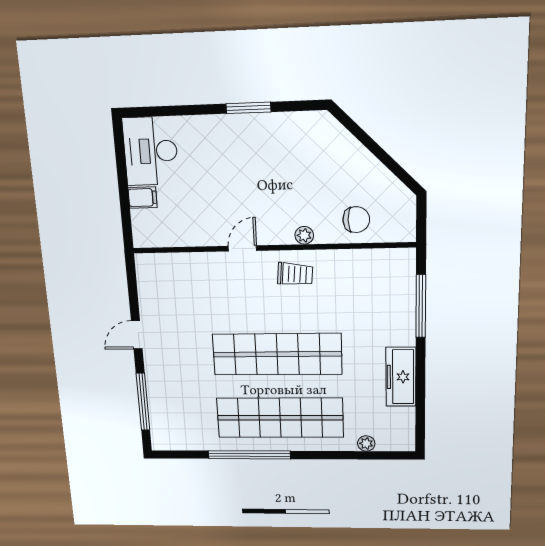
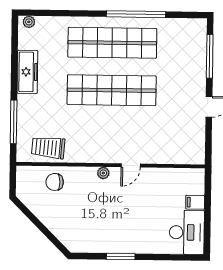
plant: (304, 235) -> (103, 173), moved
trolley: (295, 274) -> (48, 147), moved, width x1.36, depth x1.39
plant: (366, 443) -> (29, 22), moved

